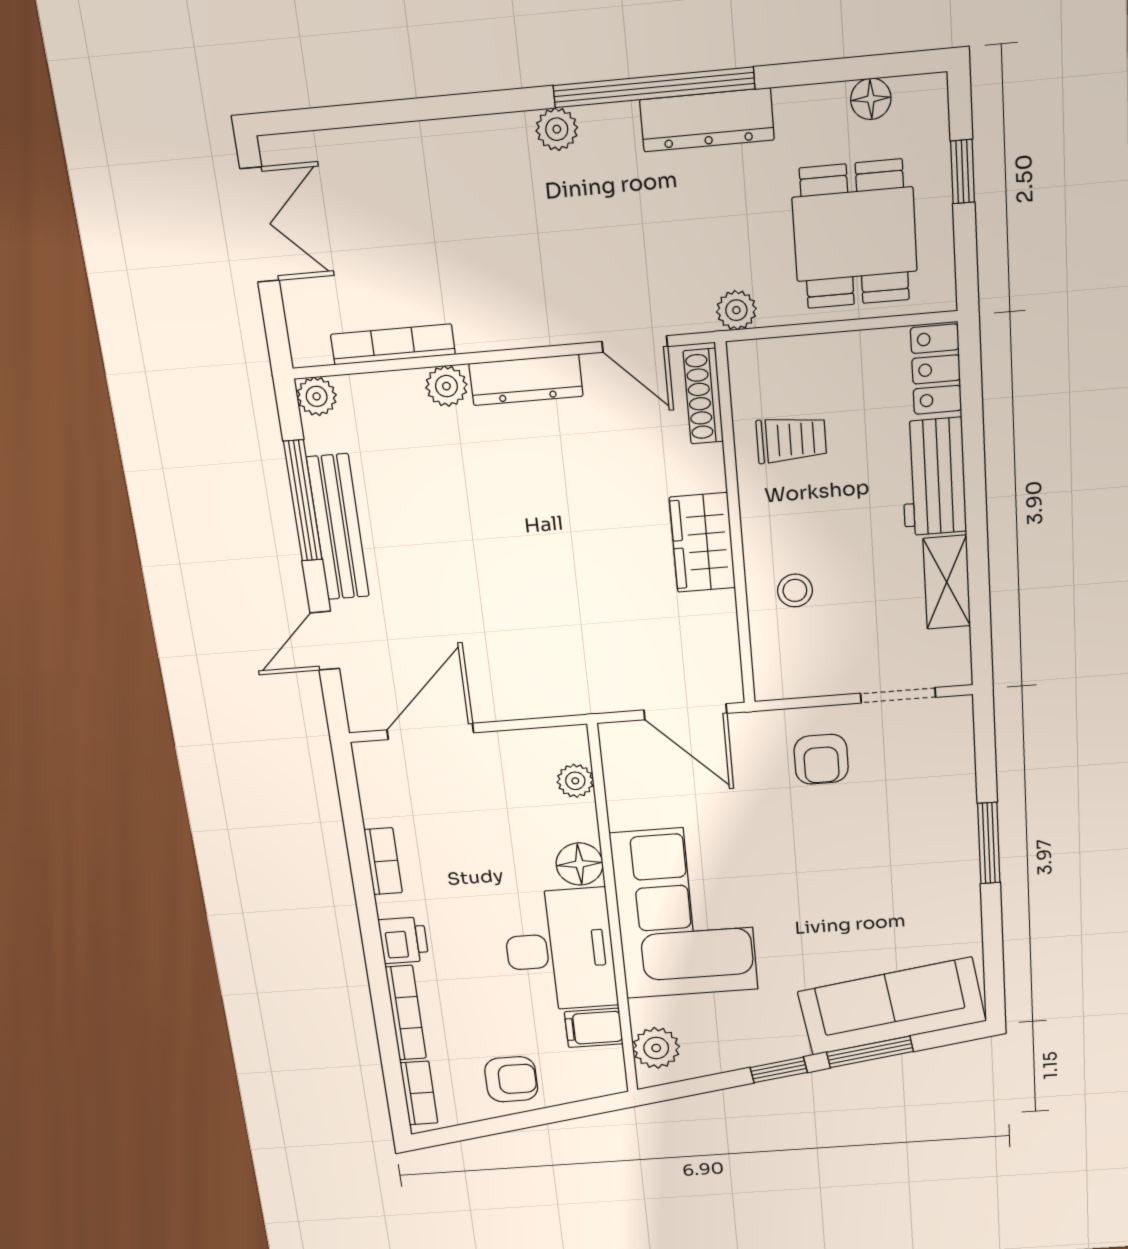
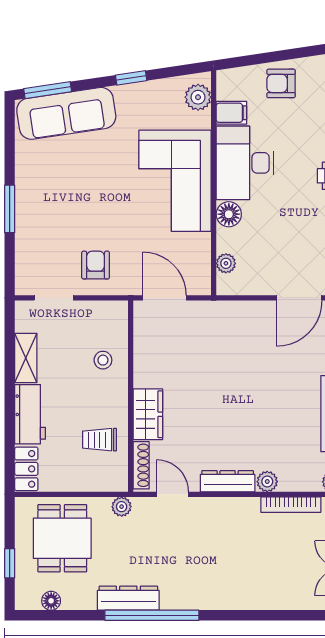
plant: (557, 129) -> (199, 600), removed
wardrobe: (702, 543) -> (148, 414), moved
window: (870, 1052) -> (48, 90), moved

